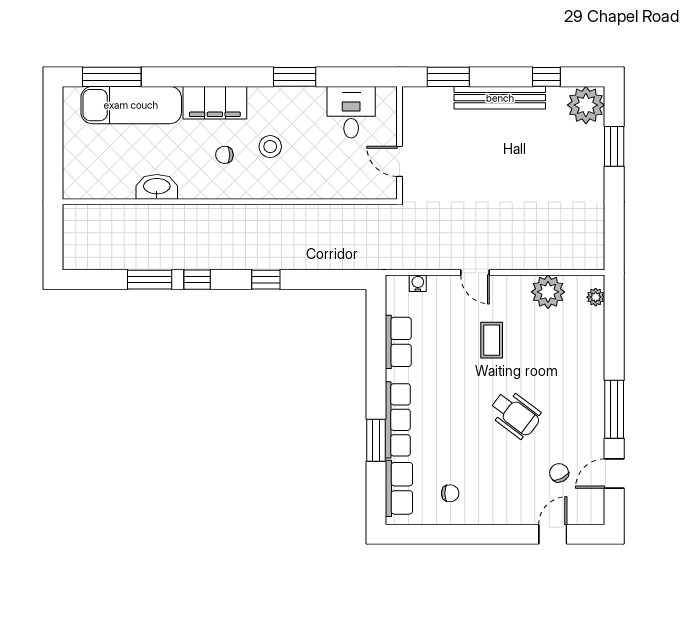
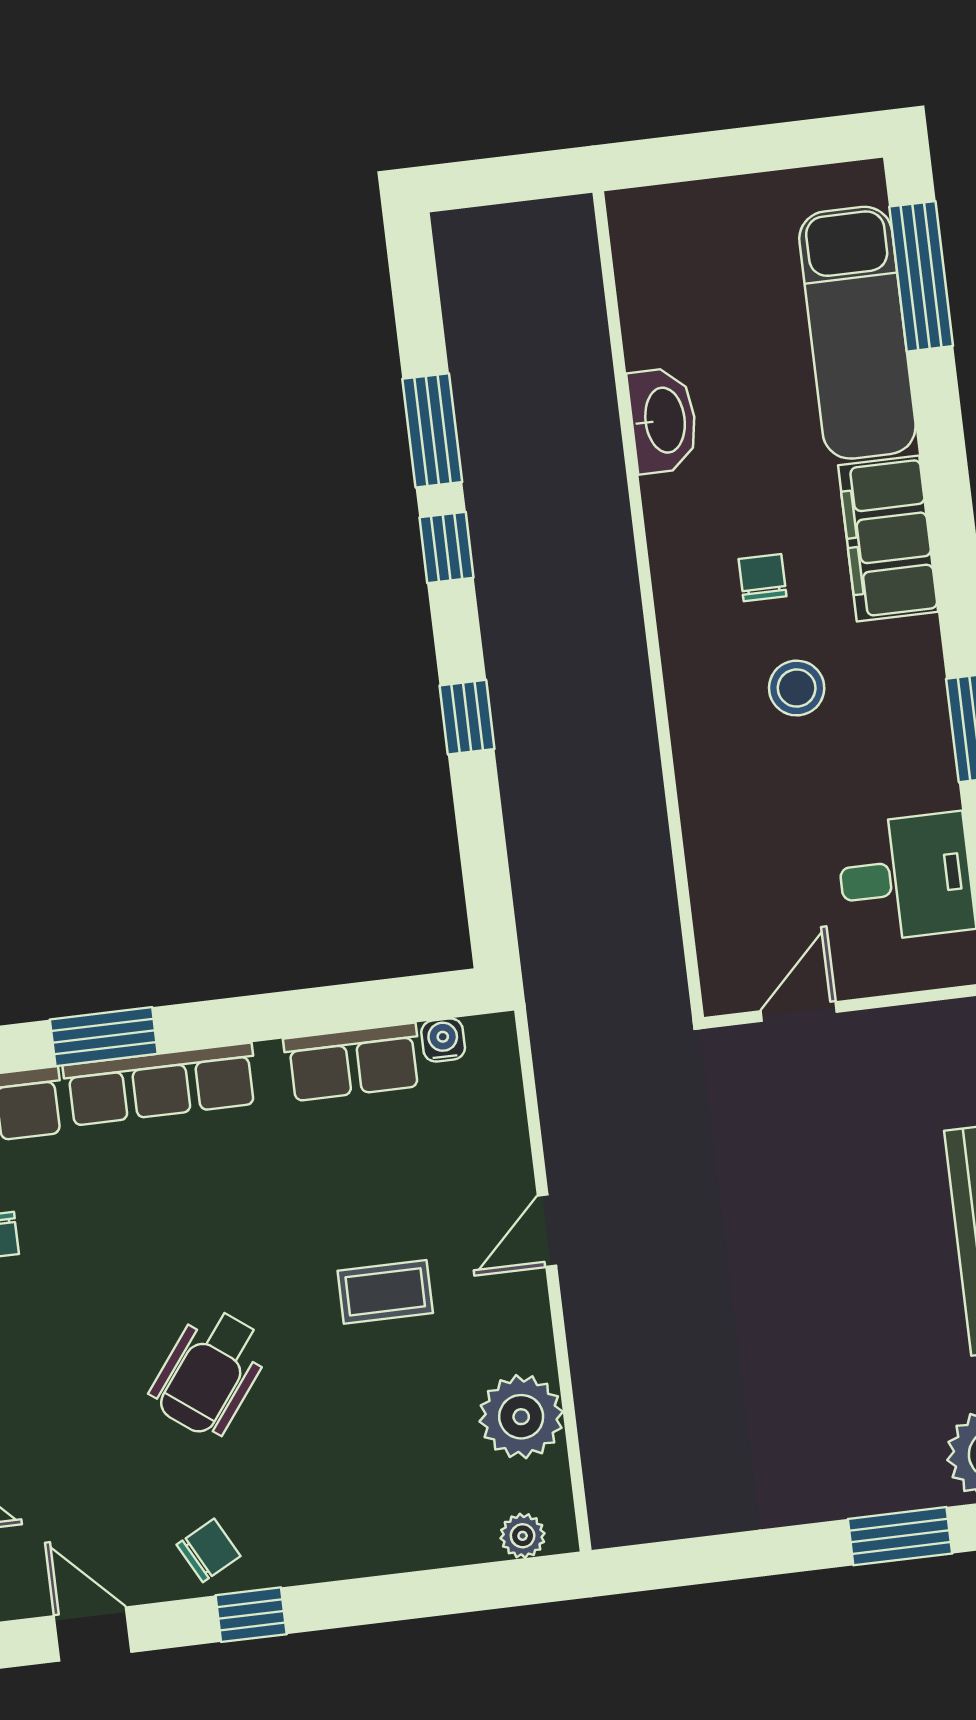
water cooler: (418, 283) -> (443, 1040), moved, turned -90
window: (614, 409) -> (251, 1615), width x0.46
chair: (559, 473) -> (209, 1550), moved

